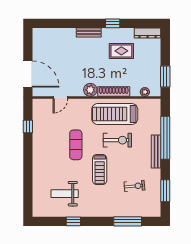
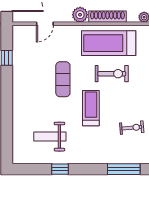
treadmill: (100, 169) -> (91, 108), turned 180

